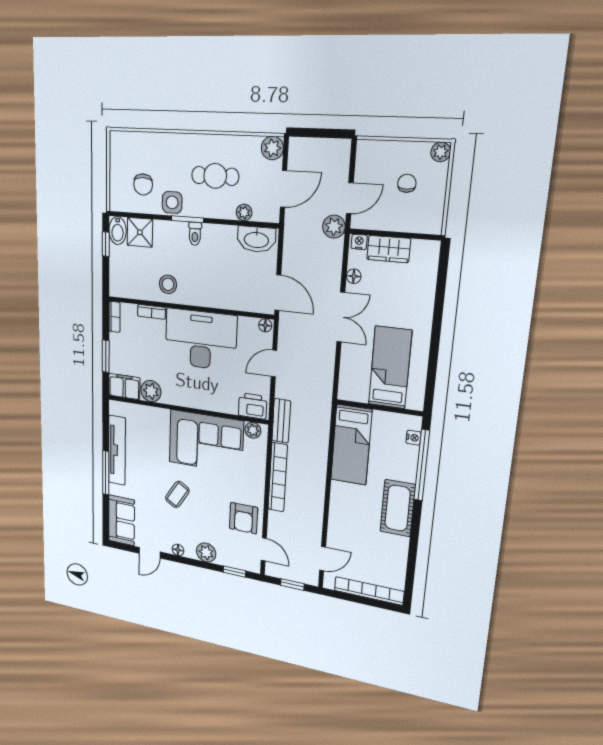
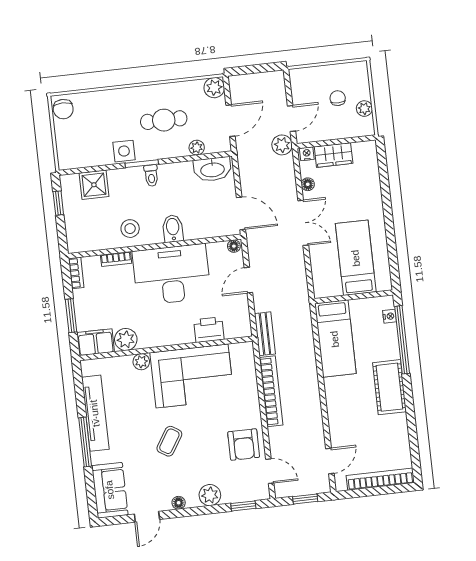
plant: (441, 152) -> (364, 109), moved
chair: (143, 184) -> (63, 109), moved
bidet: (118, 231) -> (173, 228), moved, turned 180
printer: (253, 406) -> (209, 330), moved
plant: (253, 430) -> (141, 362), moved

